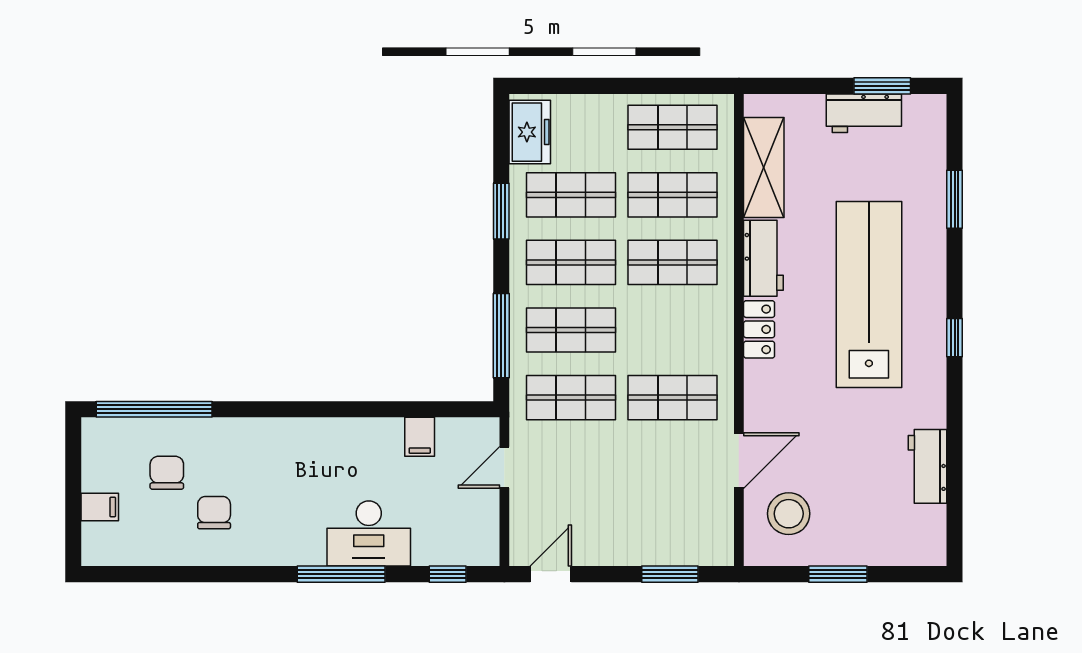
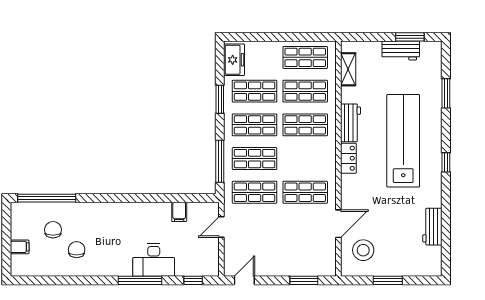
shelving: (764, 168) -> (348, 69), width x0.67, depth x0.75

